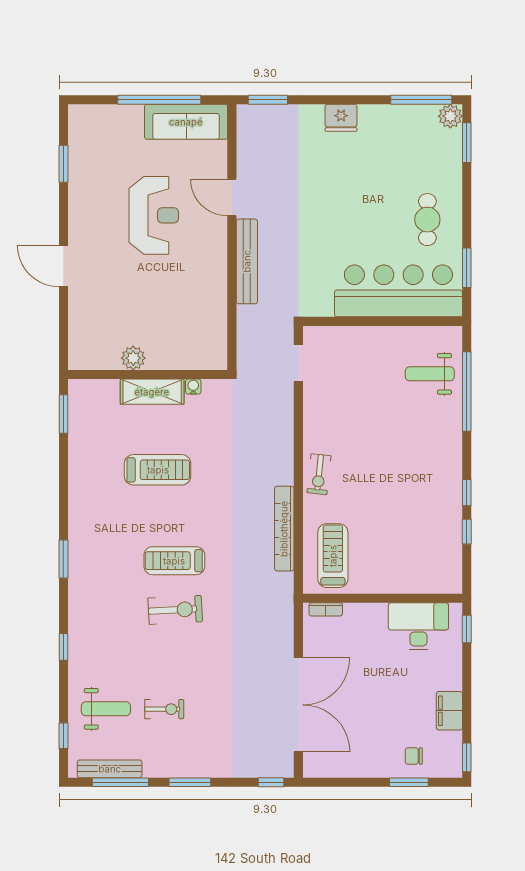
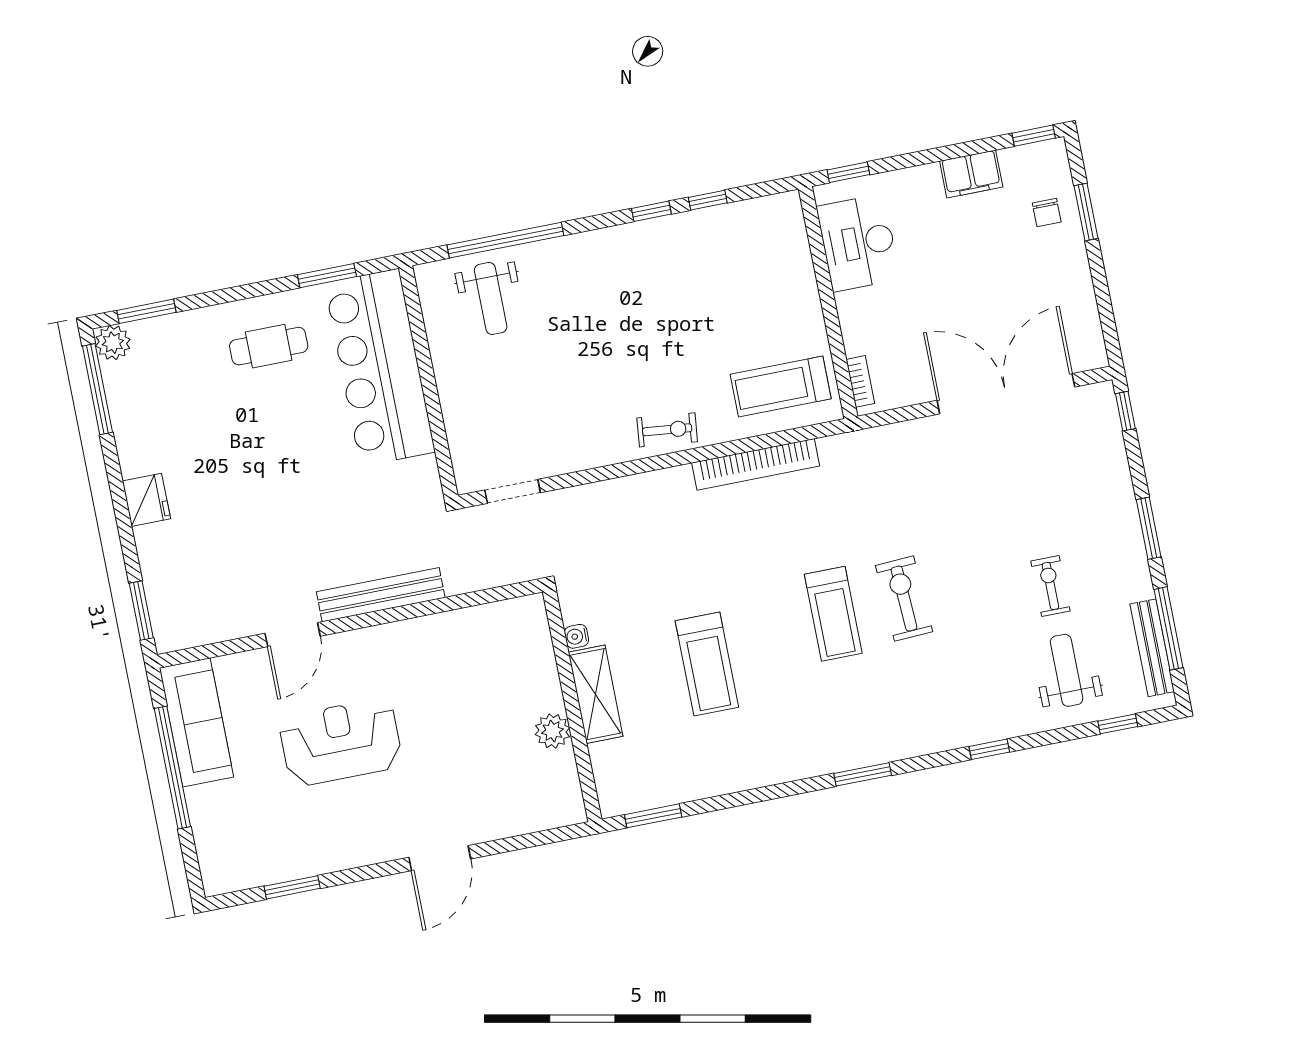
treadmill: (158, 470) -> (707, 664), turned 180

